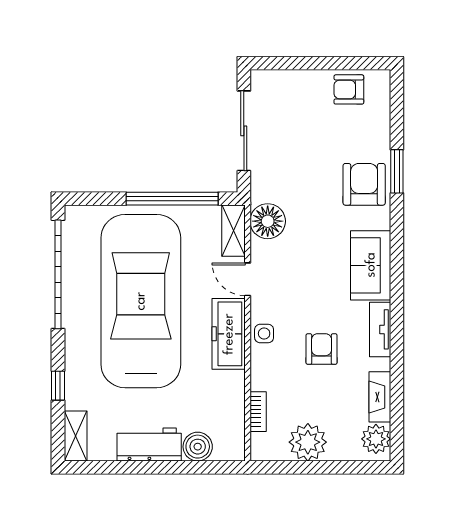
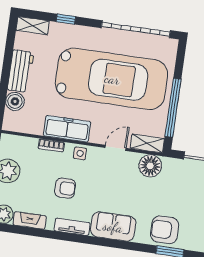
armchair: (364, 184) -> (165, 230), turned 180
freezer: (229, 334) -> (67, 129), moved
bookcase: (258, 412) -> (51, 145), moved

